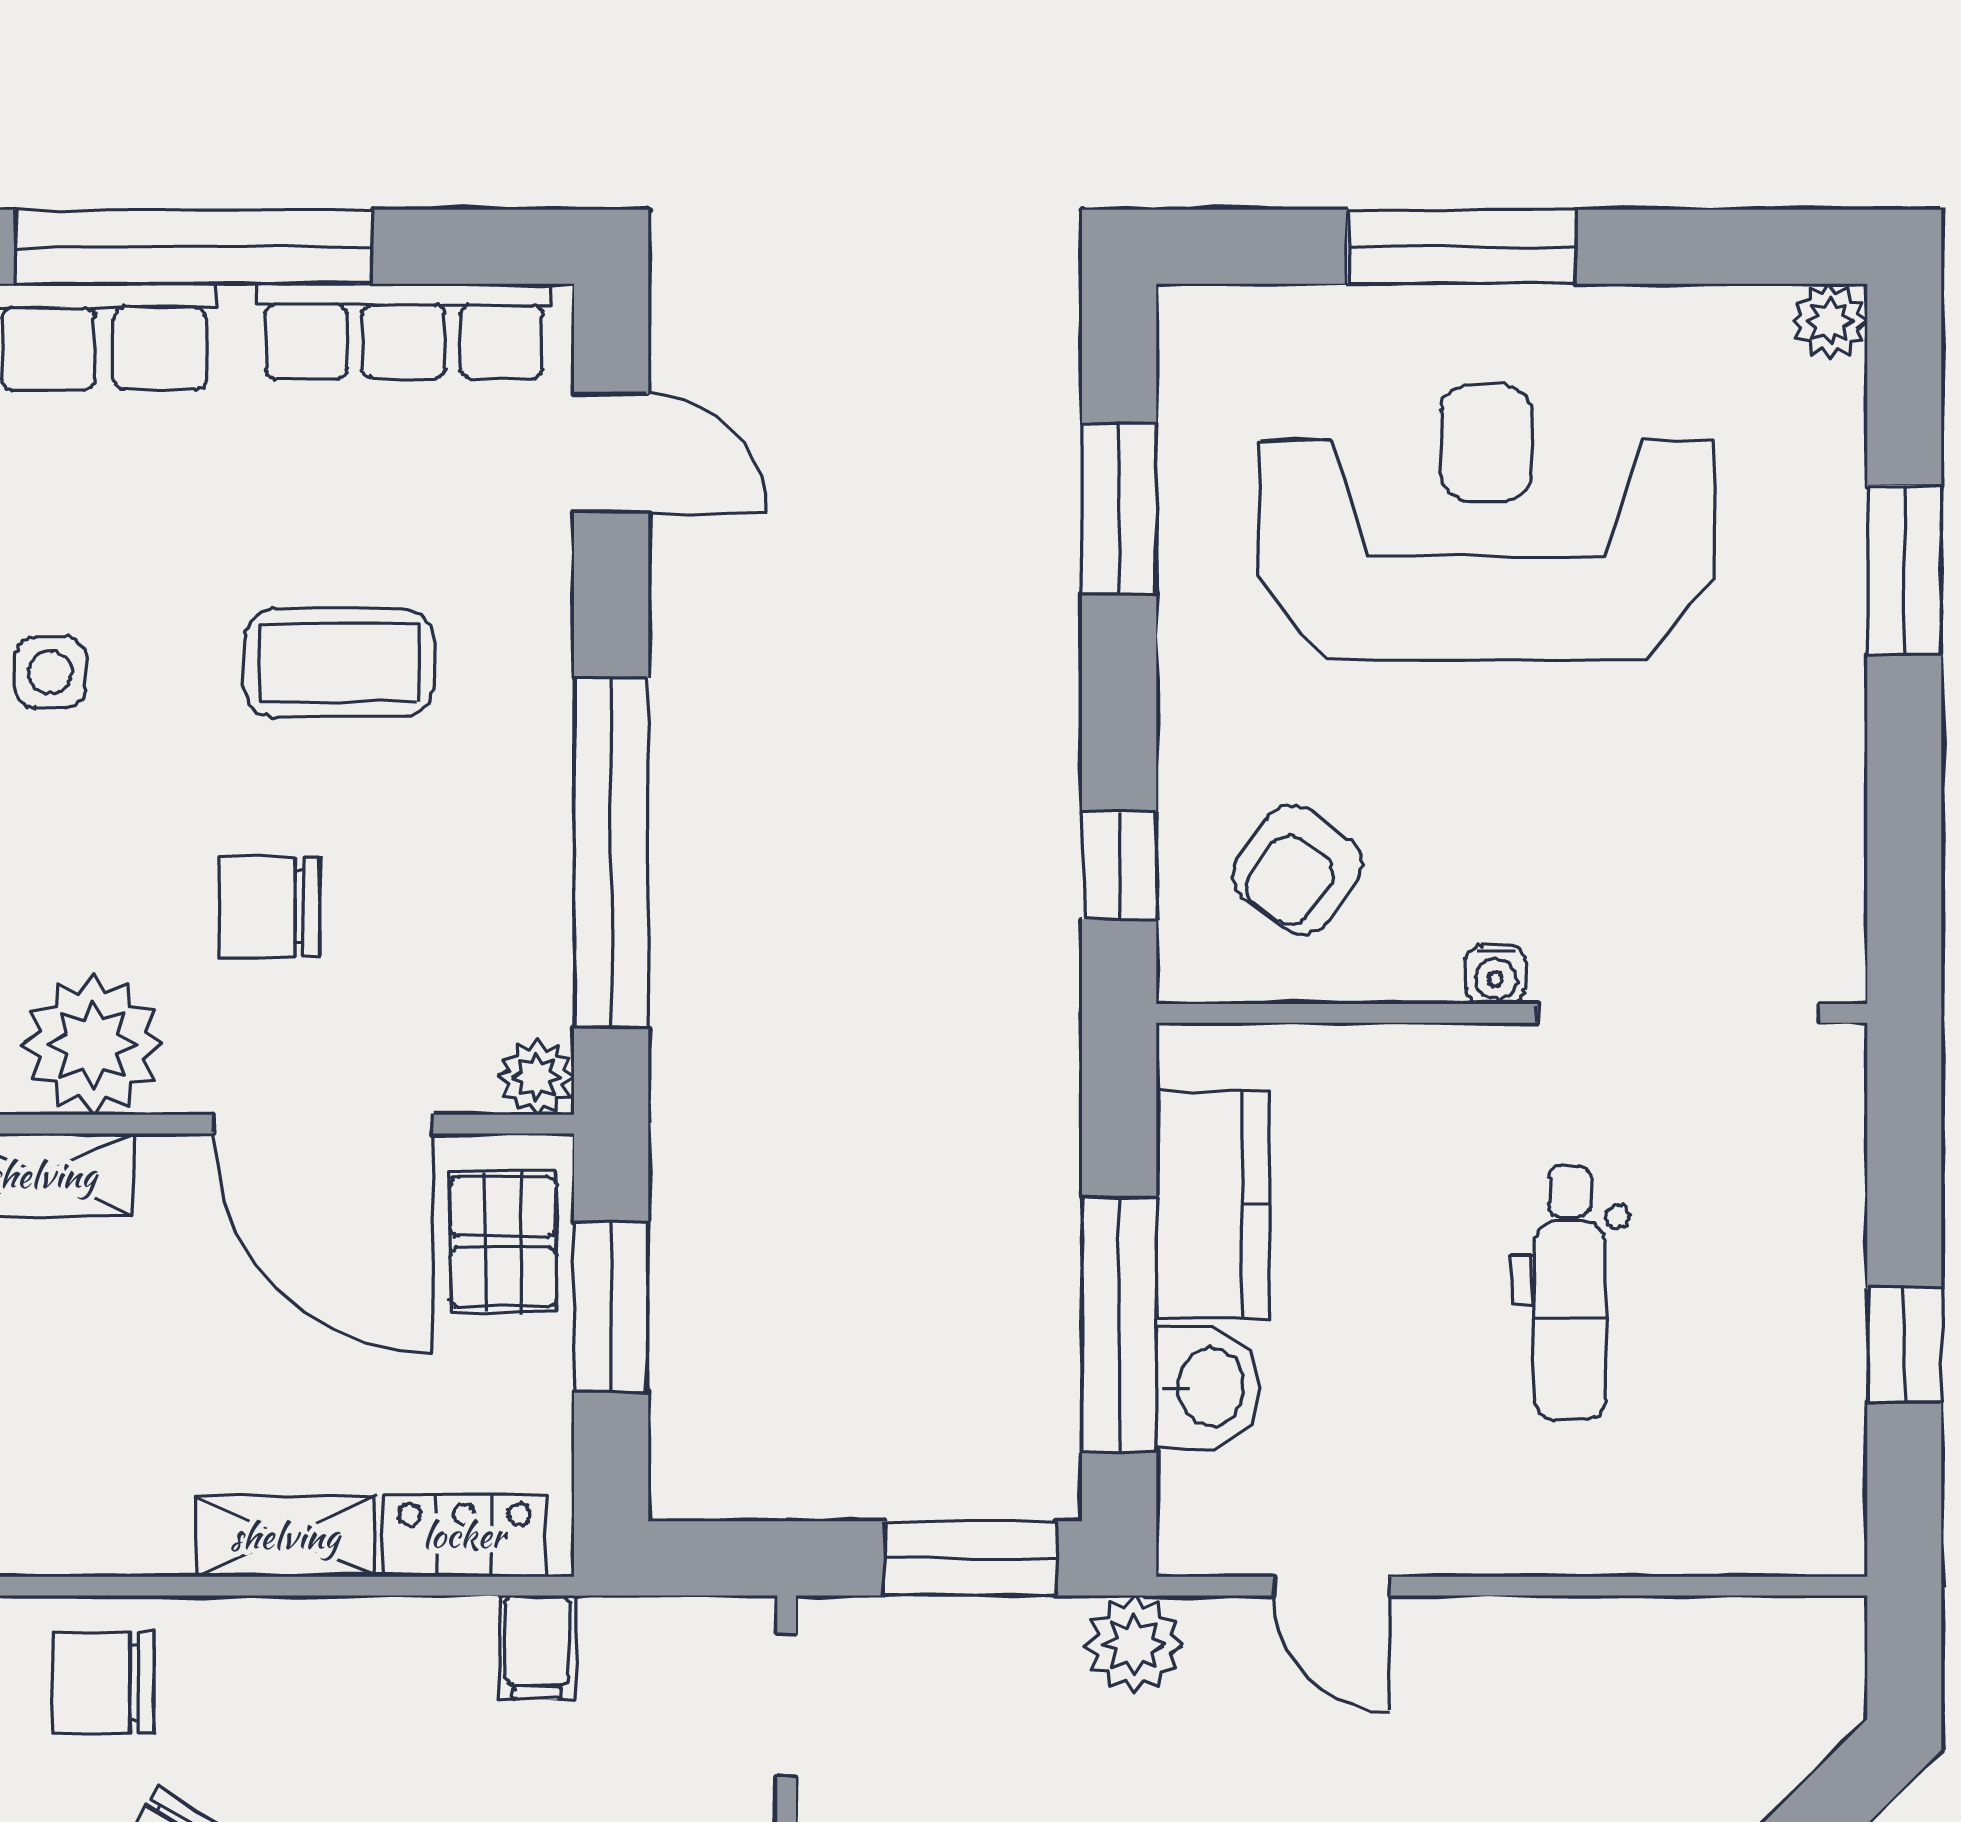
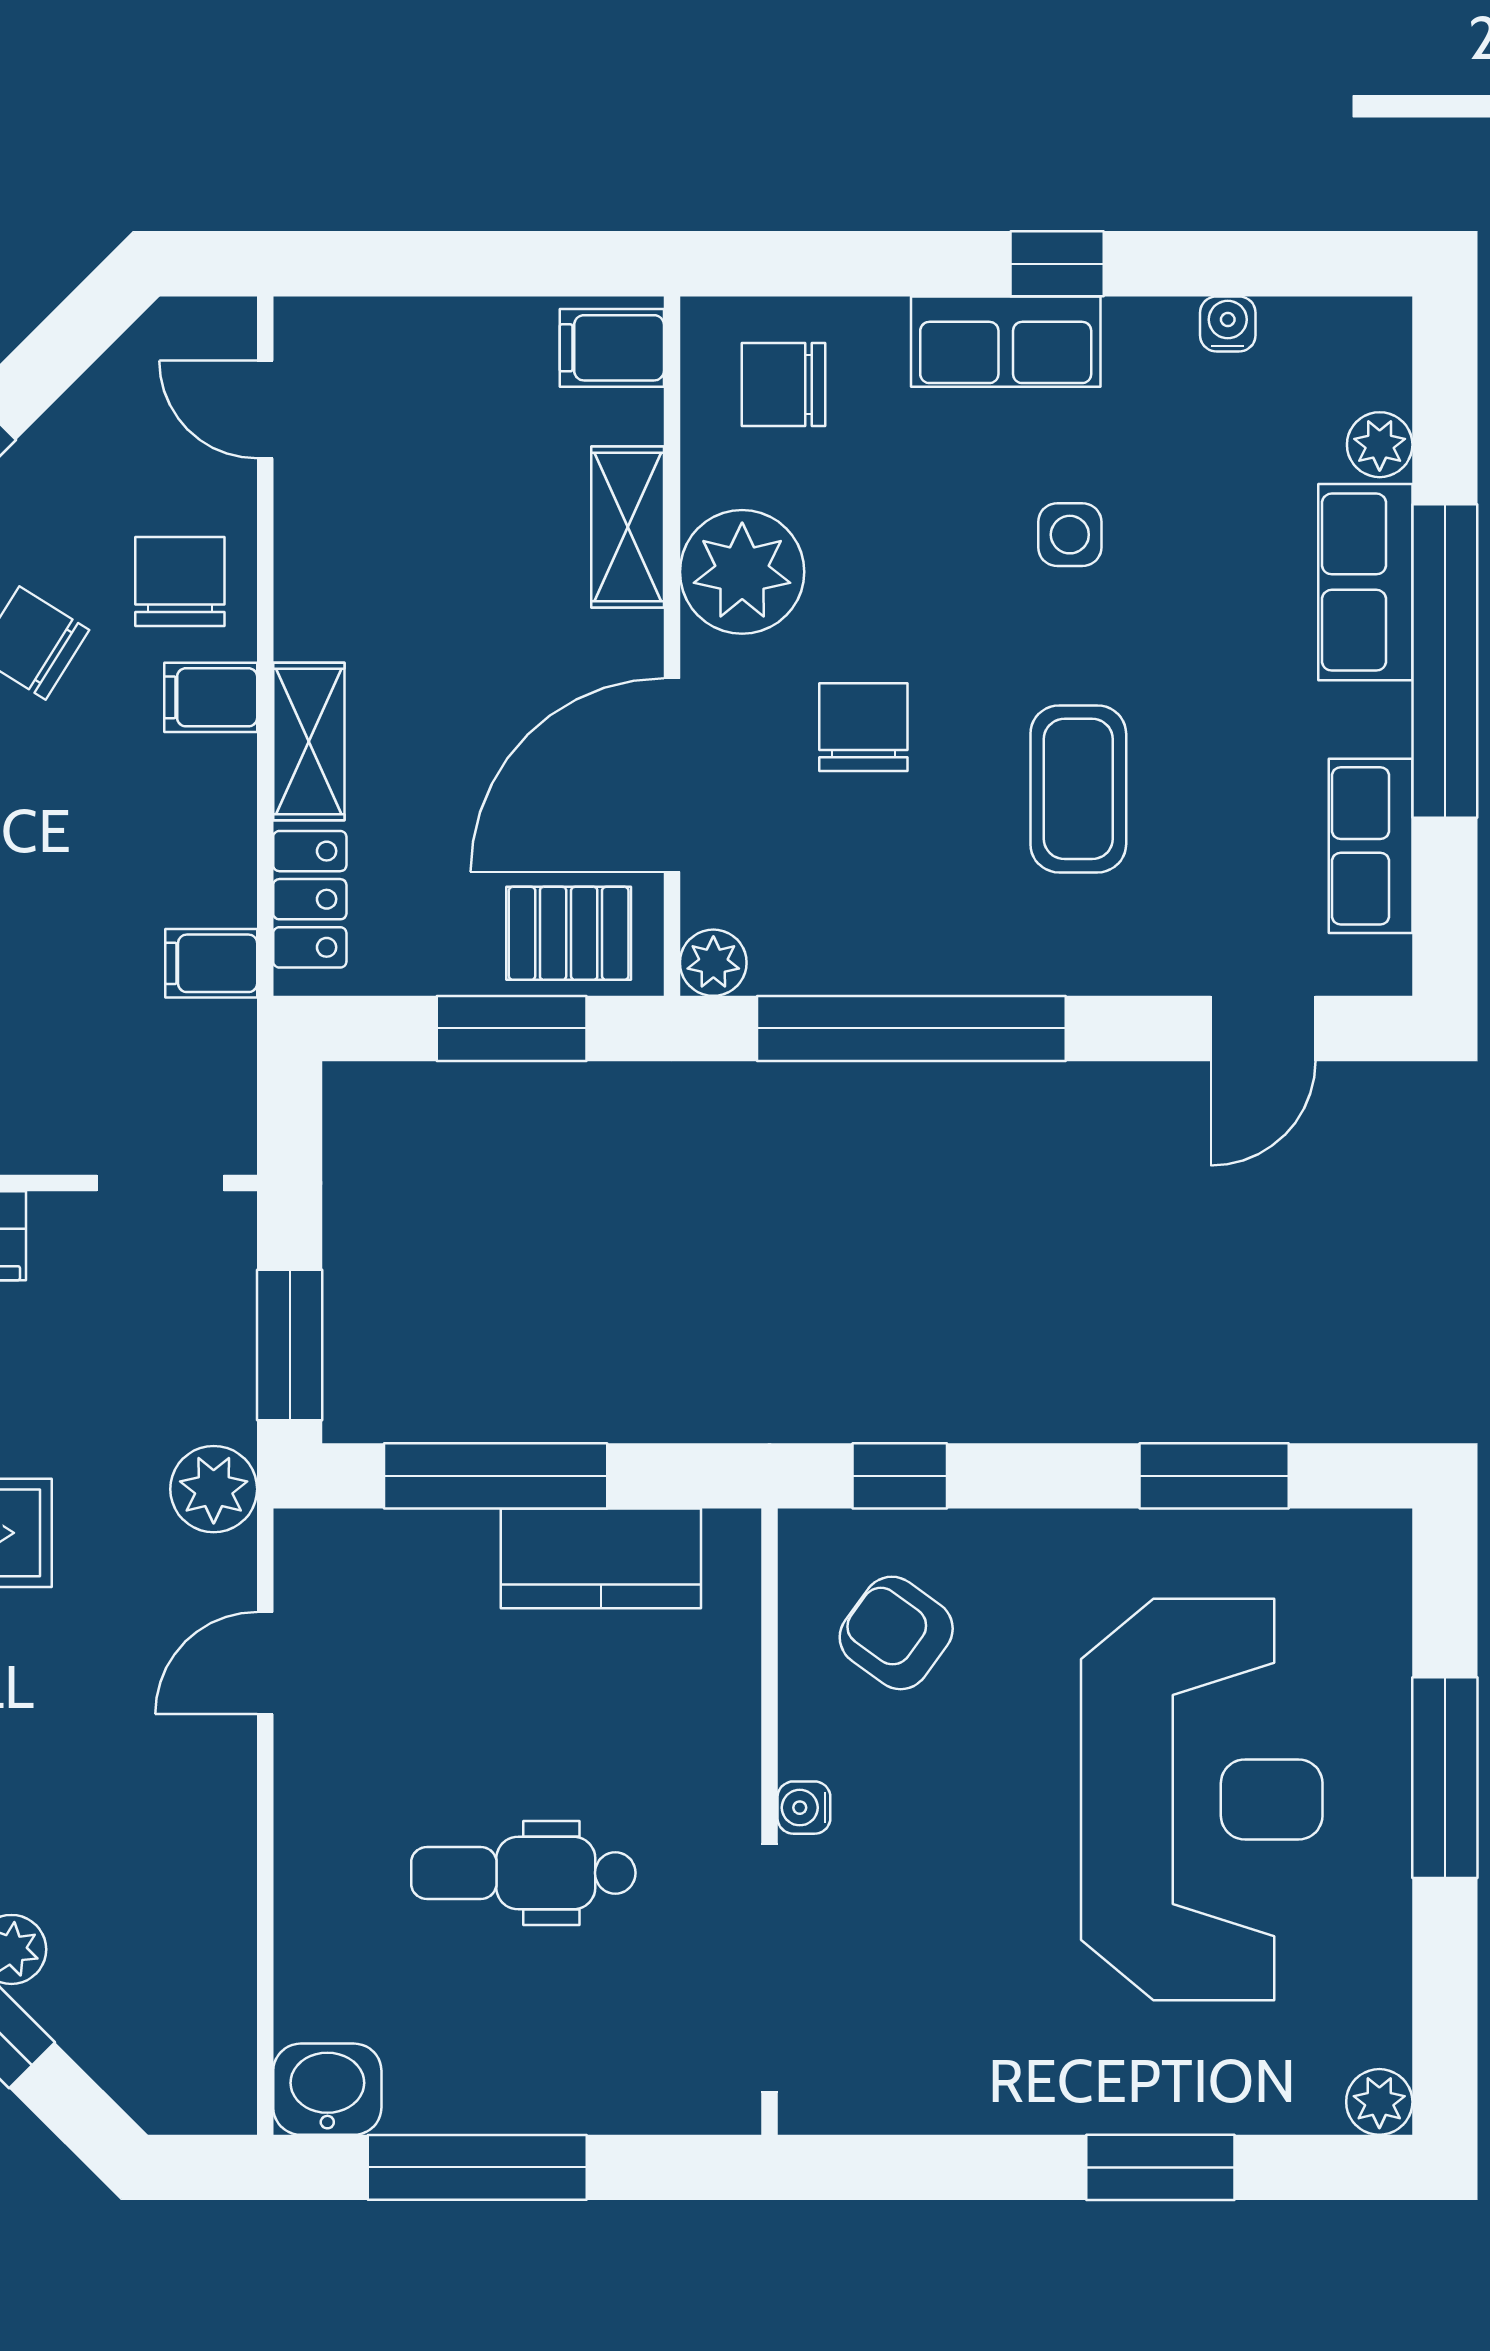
row of seats: (404, 331) -> (1371, 846), width x0.68
window: (1904, 1345) -> (477, 2167), width x2.17
washbasin: (1208, 1387) -> (327, 2089), moved, turned 180
filing cabinet: (235, 1648) -> (211, 697), added

